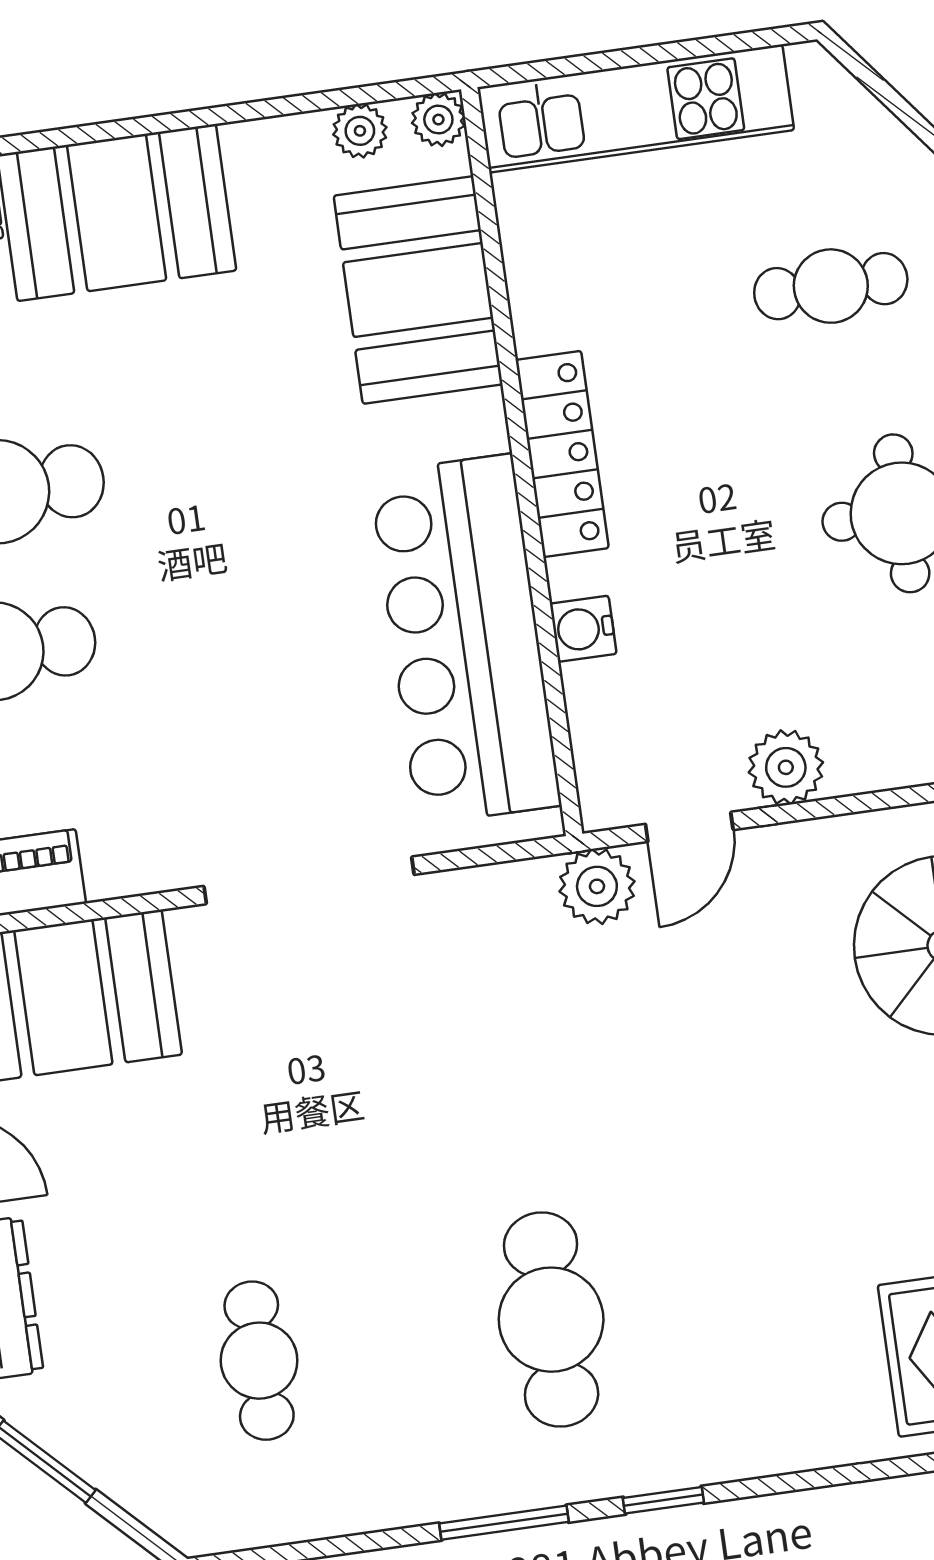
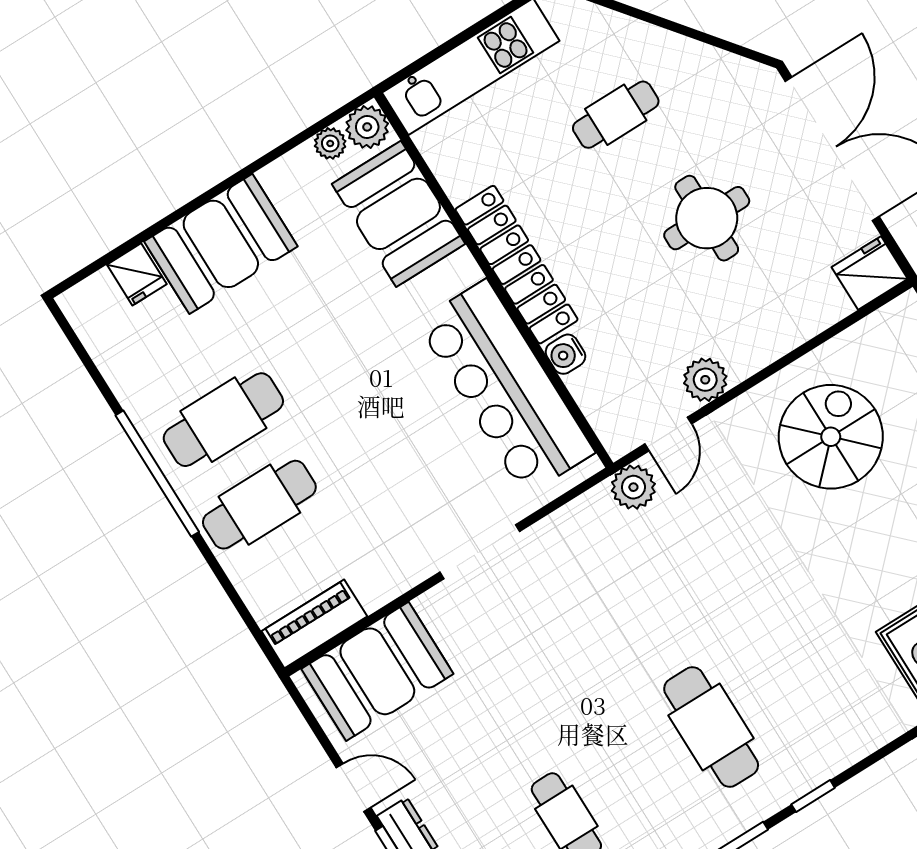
plant: (438, 120) -> (367, 127), width x1.38, depth x1.38
locker: (562, 454) -> (517, 265), width x1.41, depth x1.21
doorway: (309, 880) -> (480, 552), width x0.73

